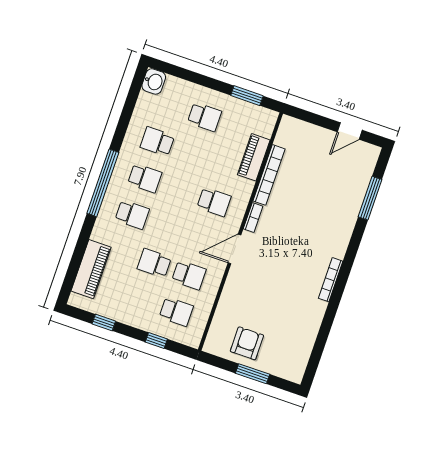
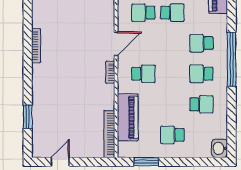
piano: (254, 157) -> (128, 117), width x1.37, depth x1.33
bookcase: (269, 175) -> (109, 134), moved
window: (370, 198) -> (28, 117), width x0.69
school desk: (214, 202) -> (143, 74), turned 180

